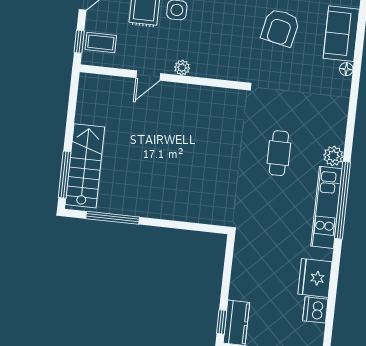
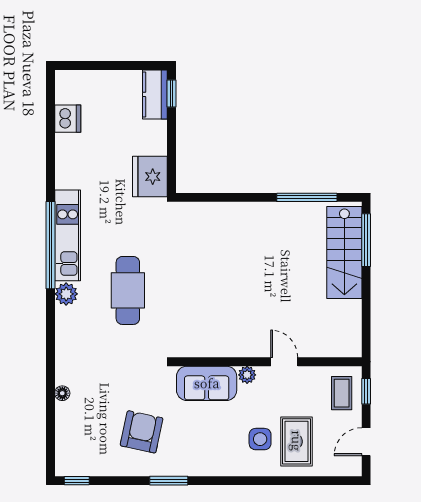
sofa: (341, 34) -> (207, 383), moved, turned 90
coffee table: (101, 42) -> (342, 393), turned 90
door: (148, 76) -> (284, 362), hinge flipped
cafe table: (279, 153) -> (128, 290), width x1.37, depth x1.35
fridge: (315, 278) -> (150, 177), moved, turned 180

